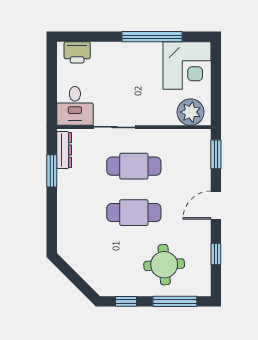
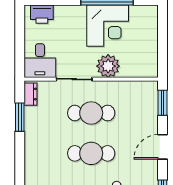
corner desk: (187, 66) -> (108, 26), moved
plant: (191, 112) -> (108, 66), moved
dresser: (64, 150) -> (31, 94), width x0.70

